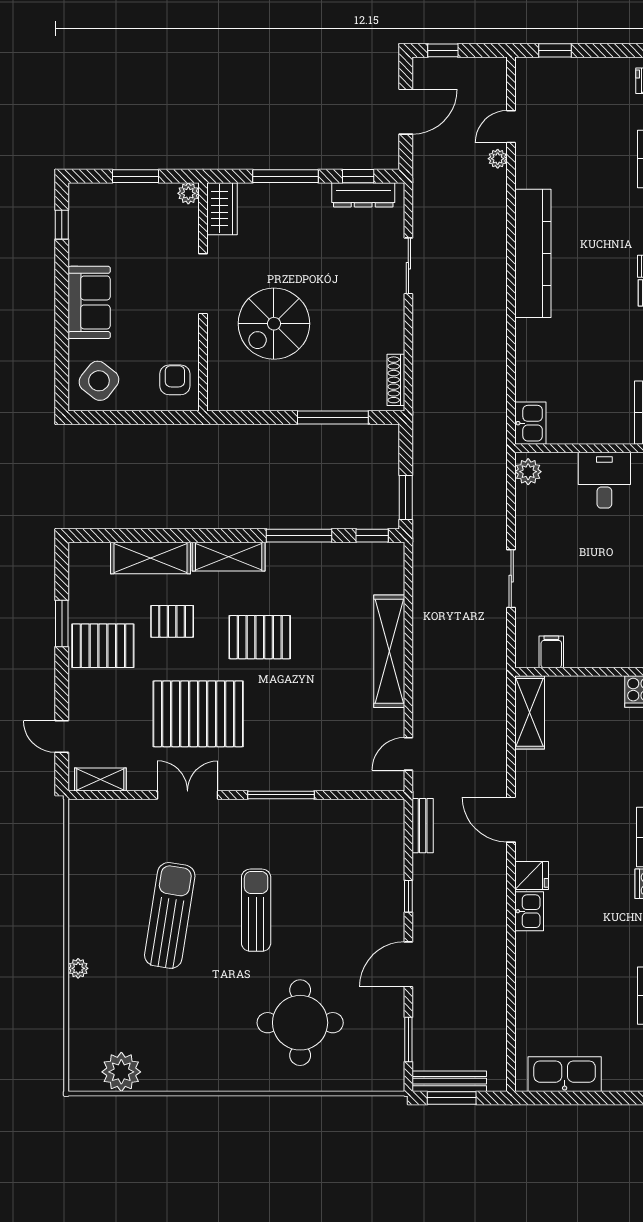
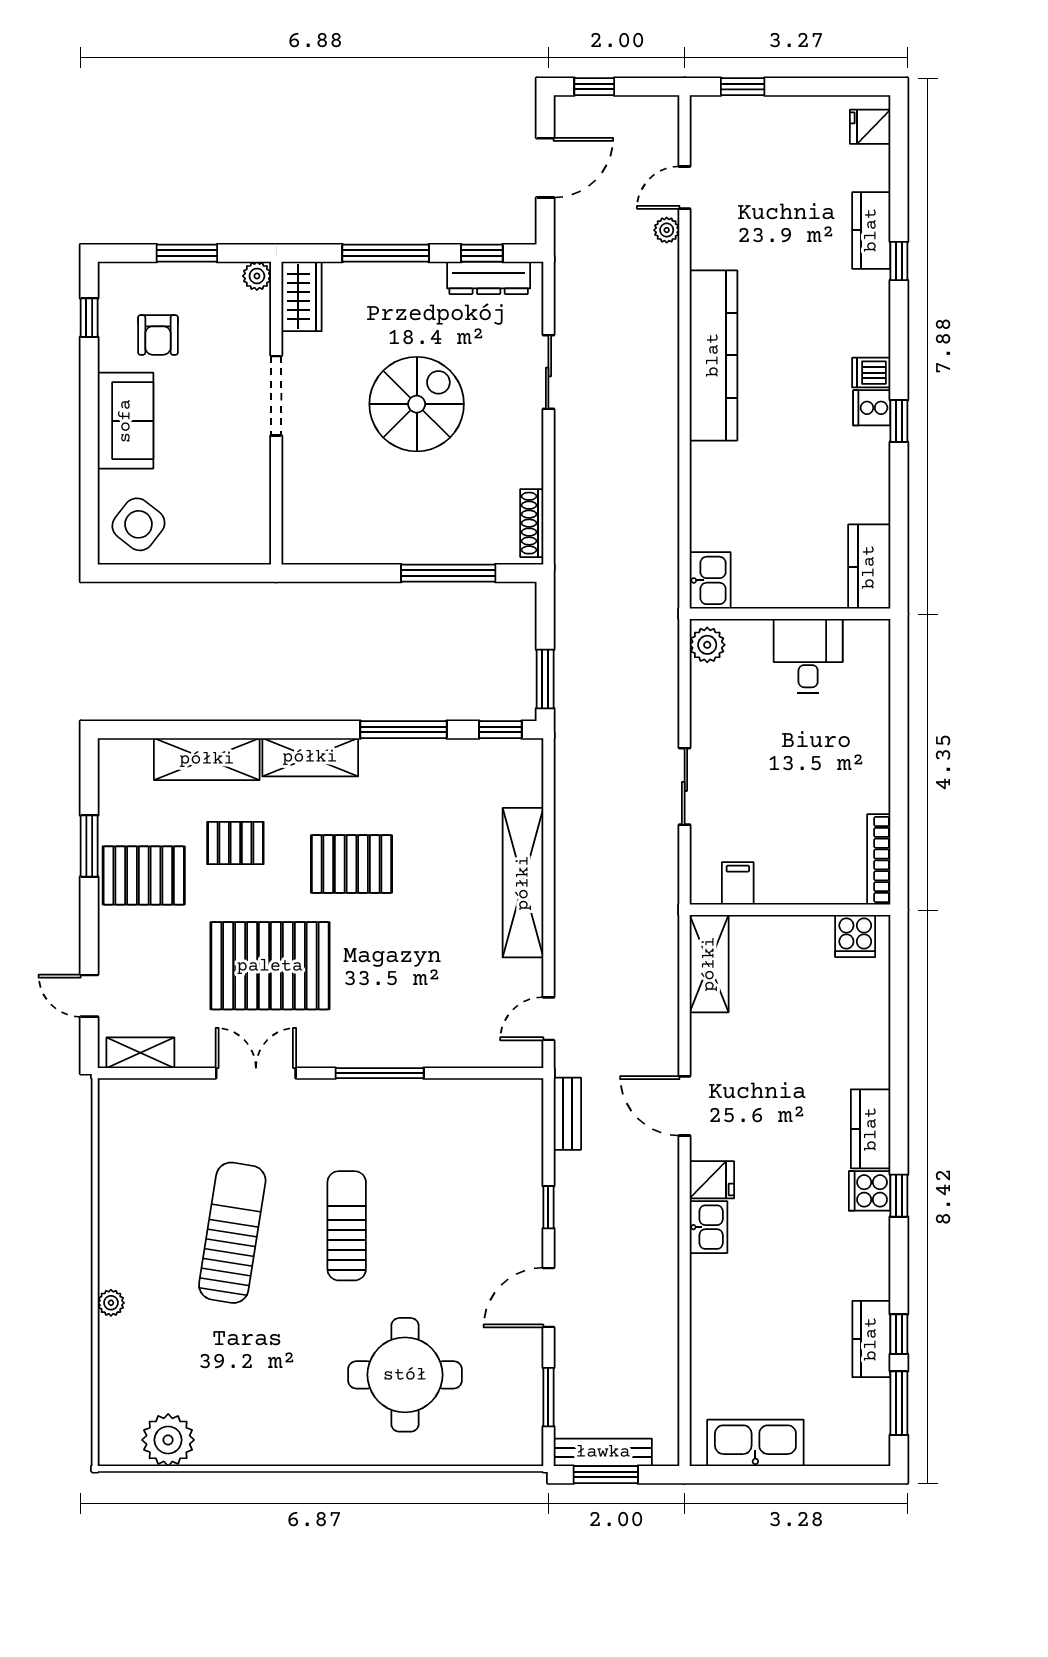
spiral stairs: (274, 324) -> (417, 404), moved, turned 180
armchair: (175, 380) -> (158, 335), moved, turned 180

